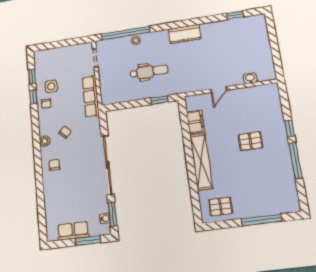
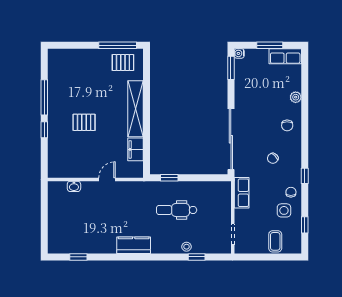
window: (126, 33) -> (197, 257), width x0.32
coffee table: (57, 58) -> (275, 241), added
row of seats: (91, 96) -> (242, 193), width x0.68
window: (33, 97) -> (305, 176), moved
plant: (45, 141) -> (296, 97), moved
sliding door: (108, 165) -> (231, 139), moved
water cooler: (105, 218) -> (239, 53), moved
window: (262, 220) -> (118, 45), moved
row of seats: (73, 231) -> (285, 56), moved
window: (88, 241) -> (270, 45), moved

